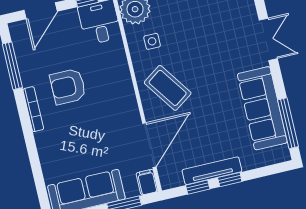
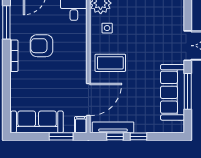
coffee table: (168, 88) -> (110, 63), turned -55
window: (288, 123) -> (188, 91), moved
tv unit: (212, 171) -> (113, 127), moved

